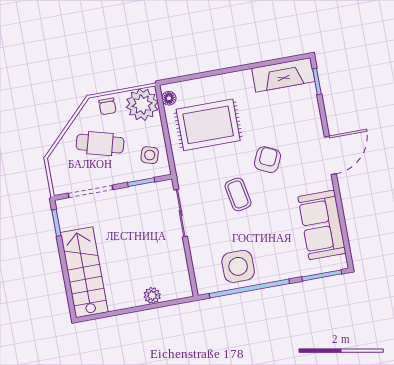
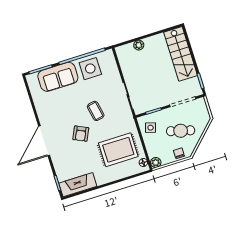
plant: (142, 105) -> (156, 163), width x0.53, depth x0.53
door: (330, 155) -> (44, 141), width x1.36
sofa: (322, 225) -> (58, 77), moved, turned 90

